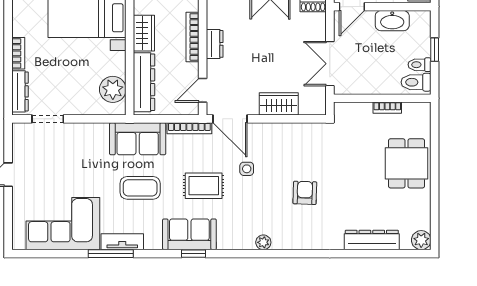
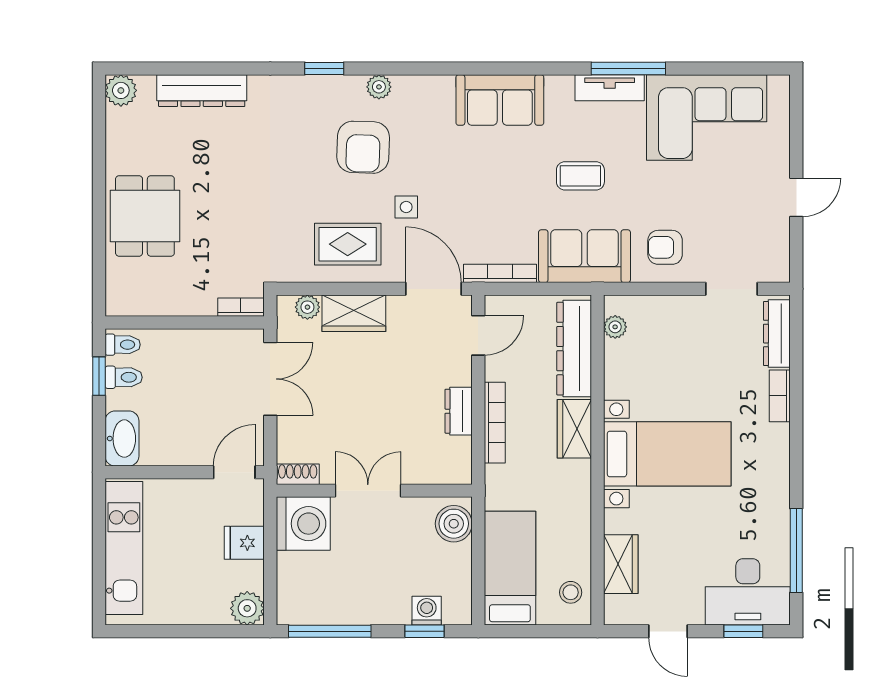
washbasin: (392, 21) -> (122, 439), moved, turned 90
window: (435, 50) -> (99, 376), moved
toilet: (416, 82) -> (123, 345), width x0.73, depth x0.72
plant: (113, 89) -> (615, 327), width x0.53, depth x0.53
plant: (307, 108) -> (307, 307), added
bookcase: (387, 108) -> (241, 307), moved
armchair: (88, 144) -> (665, 247), added
rug: (204, 186) -> (348, 244), moved
coffee table: (140, 188) -> (580, 176), width x0.73, depth x0.77
armchair: (305, 193) -> (363, 147), moved, width x1.38, depth x1.38
window: (193, 254) -> (324, 69), moved

